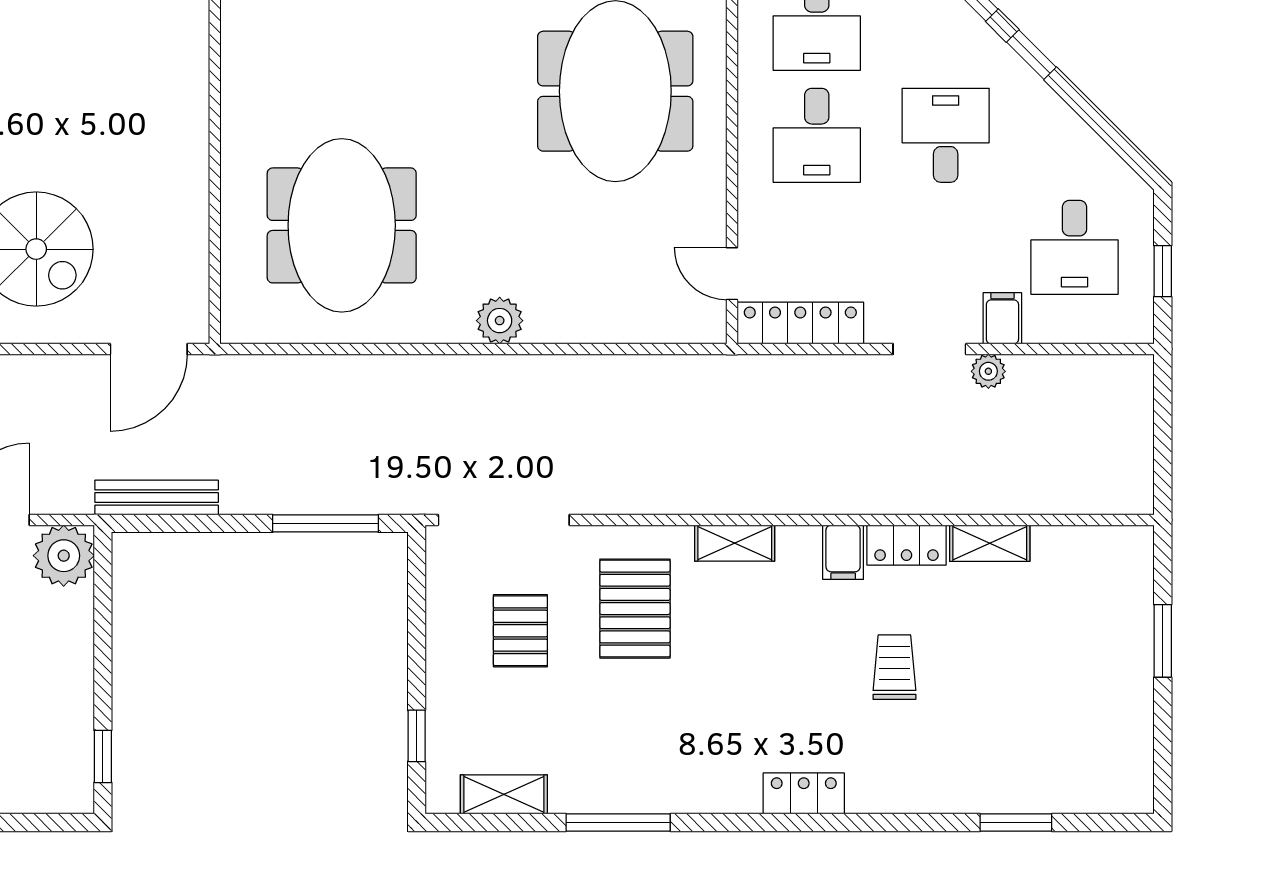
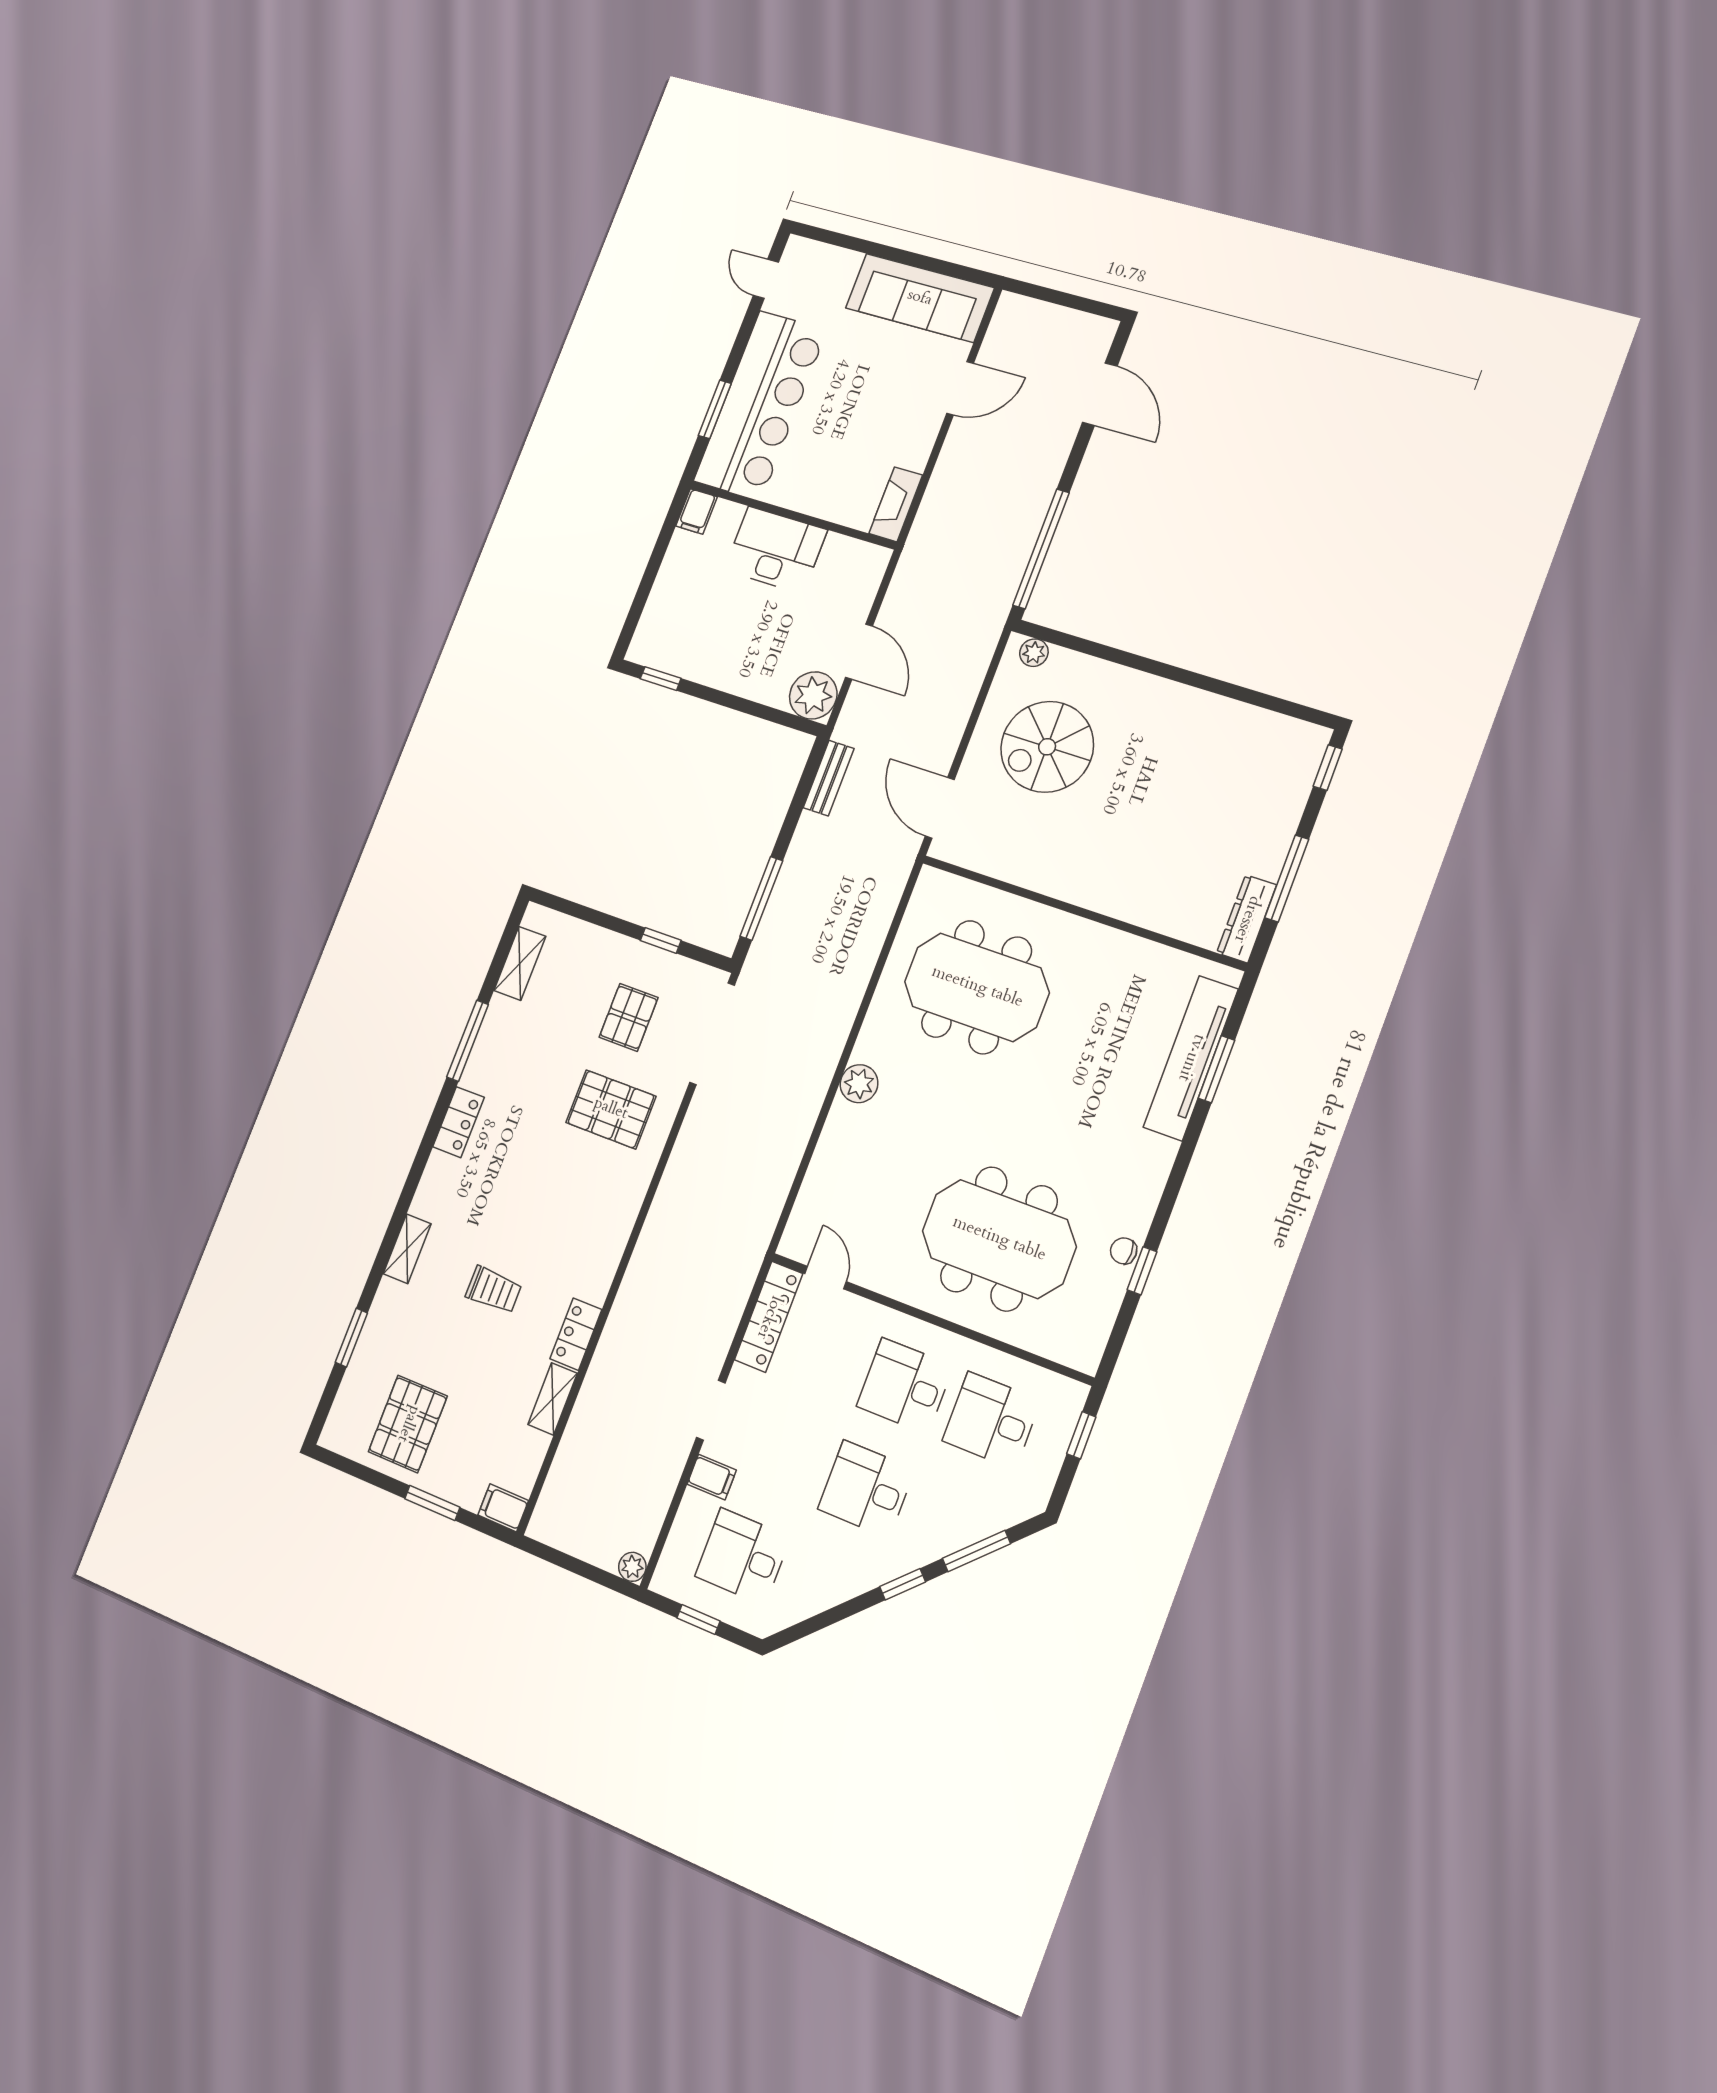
desk: (946, 135) -> (866, 1489), turned 180
door: (732, 274) -> (826, 1278), hinge flipped
plant: (988, 371) -> (632, 1567), moved
bench: (157, 498) -> (829, 778), width x0.73
shelving: (735, 543) -> (407, 1249), moved
filing cabinet: (843, 552) -> (503, 1508), moved
pallet: (520, 631) -> (629, 1017), turned 90
pallet: (1086, 709) -> (408, 1424), added
window: (417, 736) -> (661, 940), moved
locker: (804, 793) -> (459, 1122), moved

